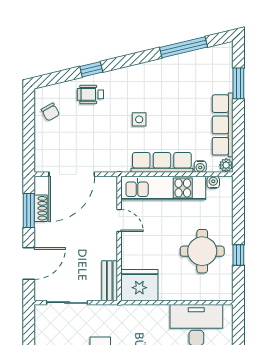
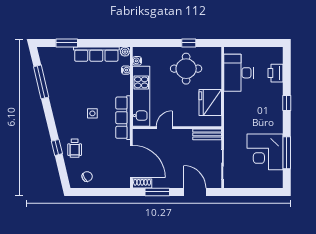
row of seats: (162, 162) -> (123, 118), moved
shoe rack: (41, 208) -> (142, 183), moved
fridge: (139, 285) -> (210, 103), moved

